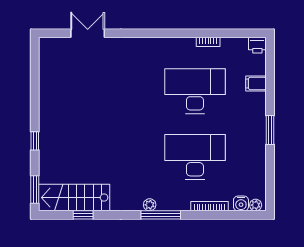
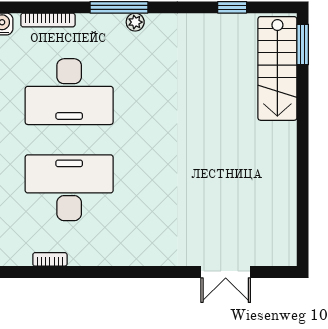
desk: (195, 91) -> (69, 188), turned 180
window: (35, 141) -> (303, 115), removed
stairs: (74, 198) -> (277, 68), moved, turned 90

